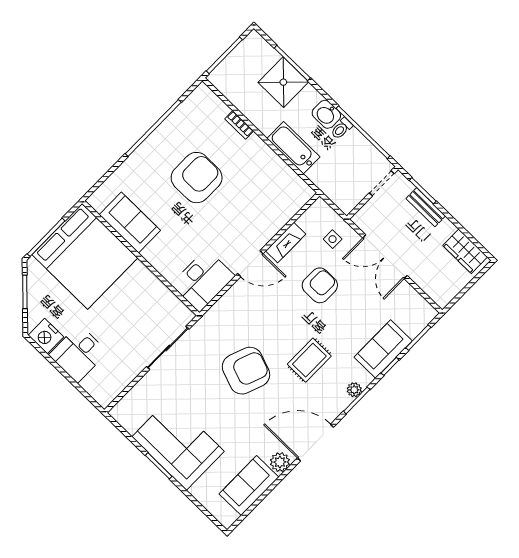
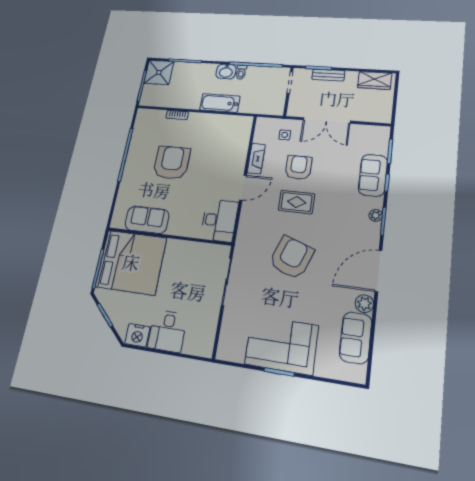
shower: (283, 82) -> (159, 72), moved
rug: (309, 360) -> (297, 202), moved, turned 90

